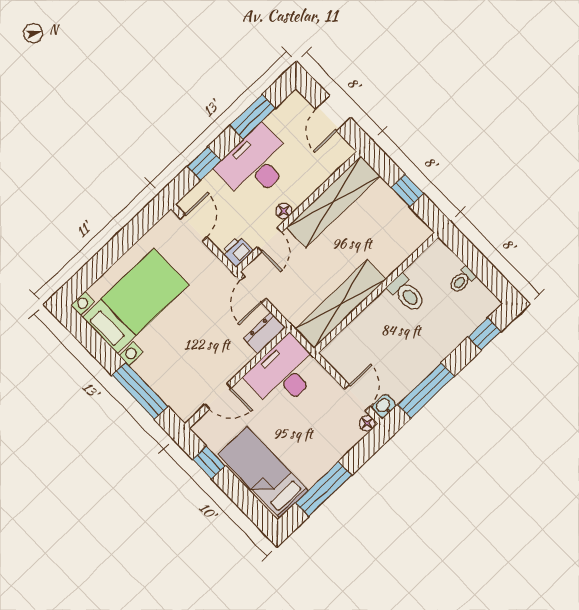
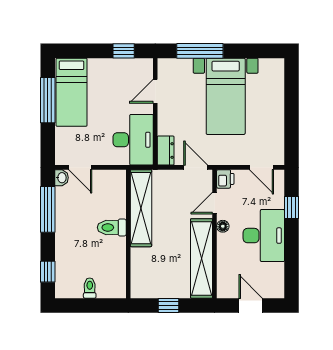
window: (253, 117) -> (292, 259), removed
door: (270, 240) -> (215, 203), hinge flipped
toilet: (407, 293) -> (112, 227), moved
bed with nightstands: (135, 301) -> (226, 96), moved
floor lamp: (367, 423) -> (61, 159), removed
bed: (263, 472) -> (72, 92), moved, turned 90

